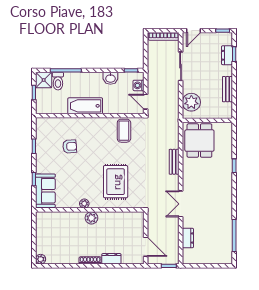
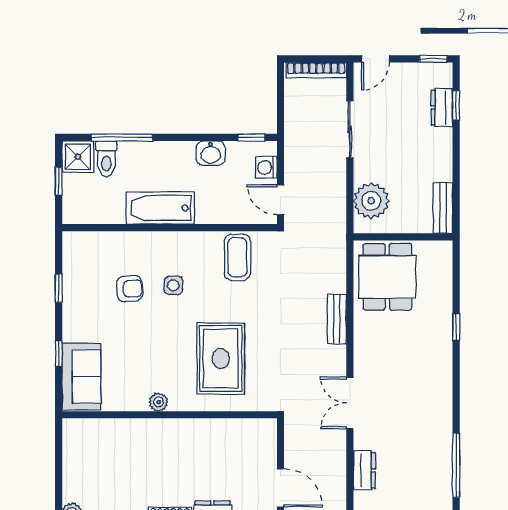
bench: (227, 89) -> (443, 208), moved
side table: (92, 145) -> (173, 285), added
plant: (91, 218) -> (173, 431), removed

